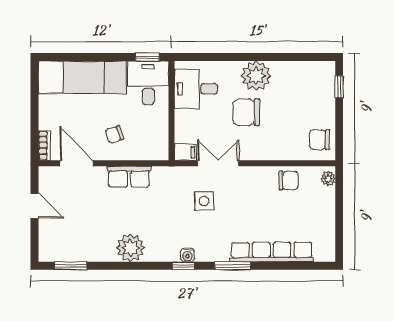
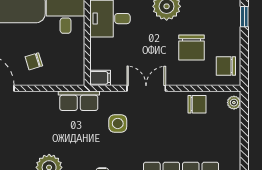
chair: (246, 112) -> (192, 48), moved, turned -90
double door: (218, 163) -> (146, 88), moved
row of seats: (129, 177) -> (79, 101), moved

